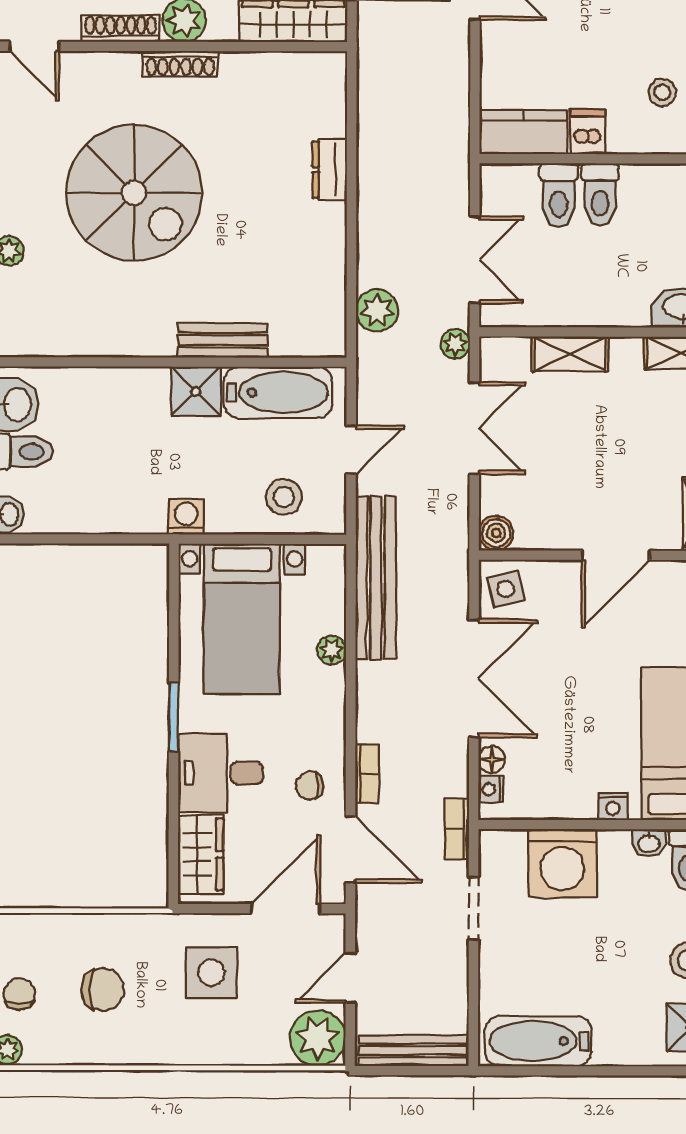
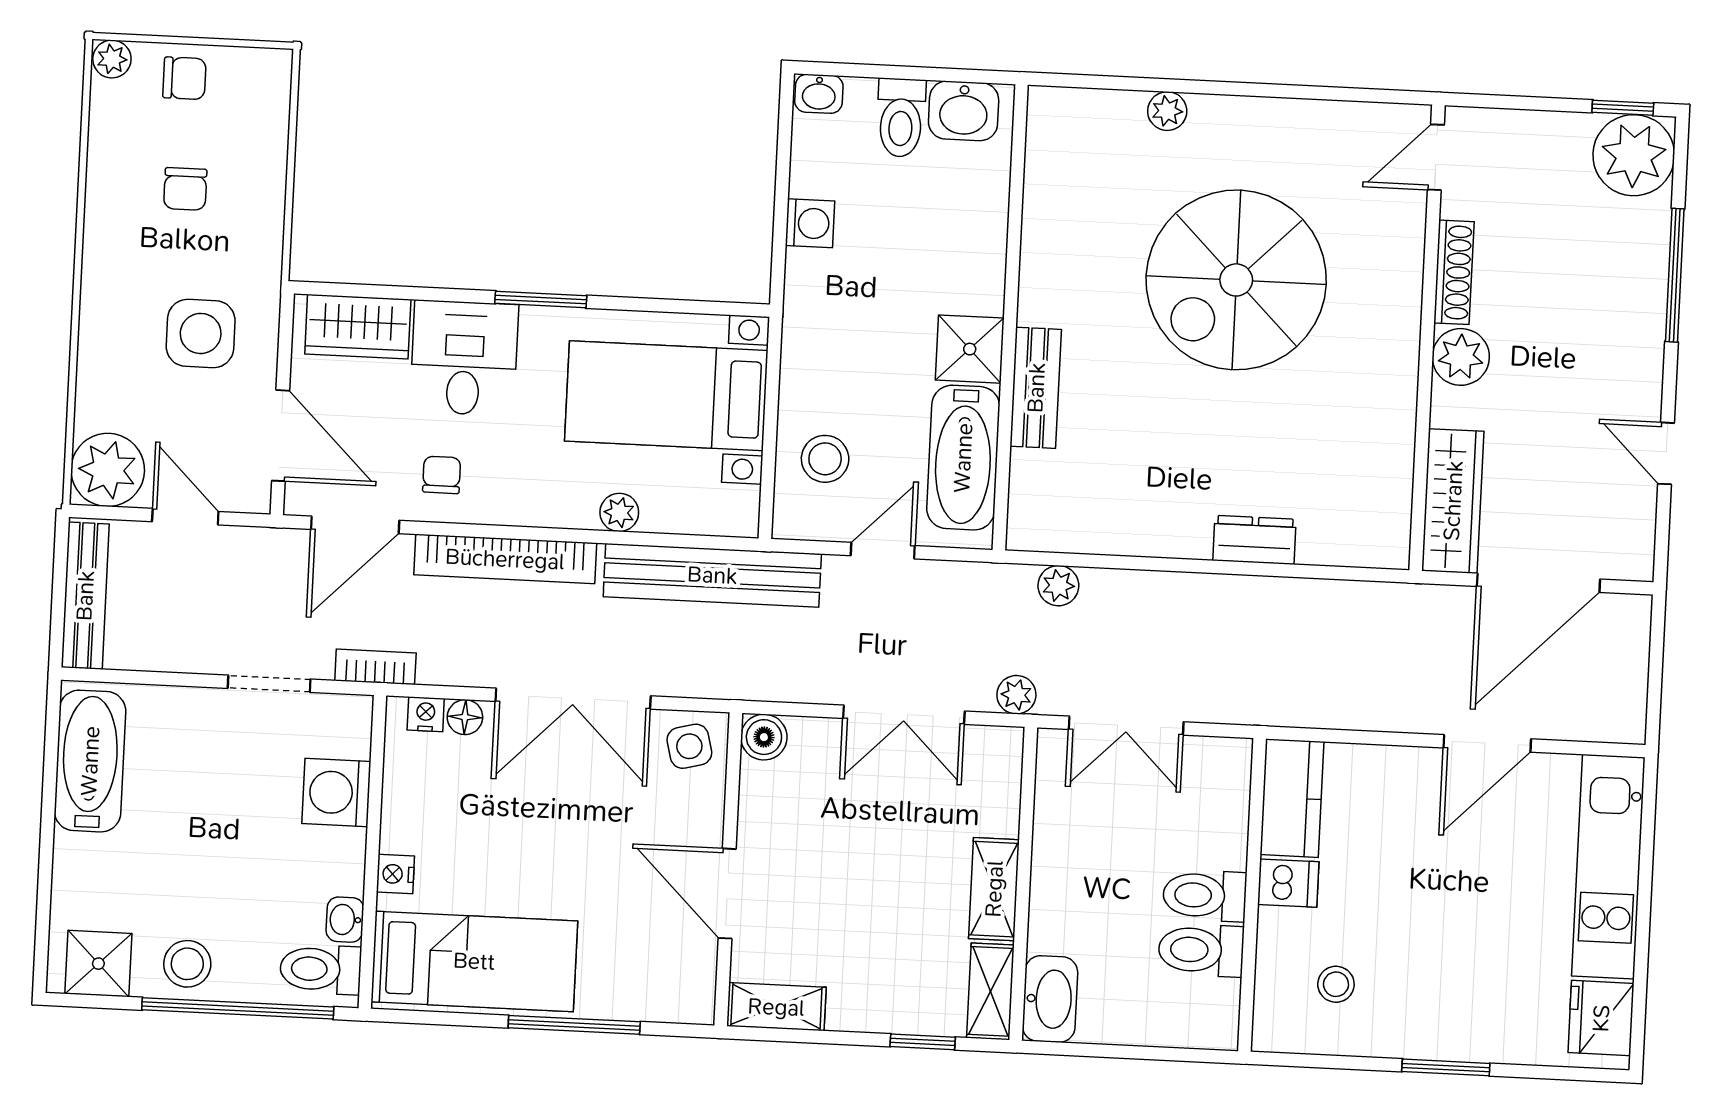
shoe rack: (180, 64) -> (1403, 349), removed
toilet: (559, 195) -> (1201, 950), moved
plant: (377, 310) -> (1058, 586), width x0.73, depth x0.73
shelving: (570, 354) -> (994, 889), moved
door: (351, 450) -> (883, 551), swing flipped
washing machine: (186, 517) -> (810, 223), moved
bookcase: (367, 774) -> (505, 559), width x2.31, depth x1.31
washing machine: (562, 863) -> (336, 793), width x0.73, depth x0.73
chair: (103, 990) -> (185, 189), width x0.73, depth x0.73

